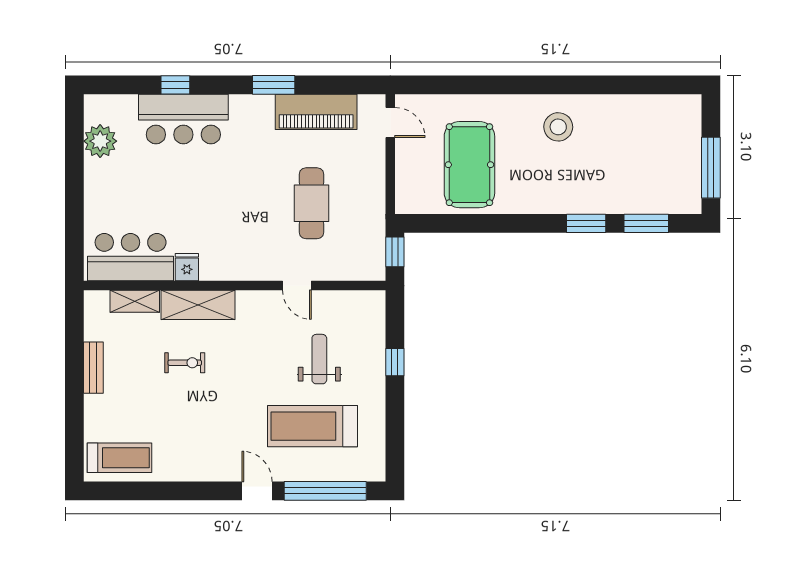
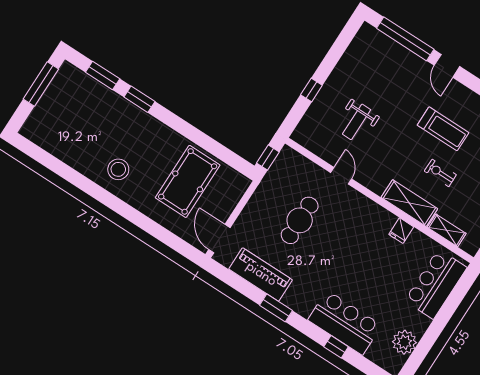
door: (390, 122) -> (219, 239), width x1.38
bar counter: (131, 257) -> (436, 284), moved, turned 90
treadmill: (312, 426) -> (443, 129), moved, width x0.73, depth x0.73

